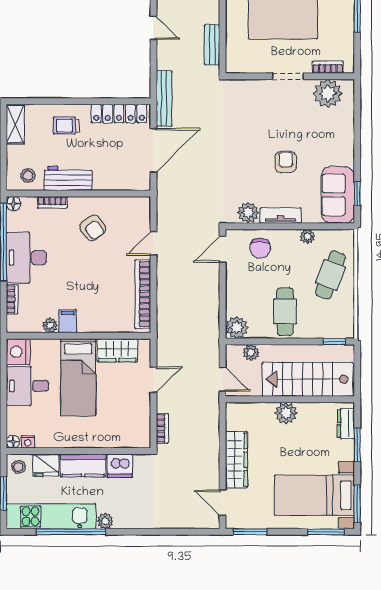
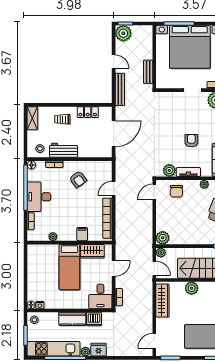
bench: (164, 98) -> (120, 89), moved
locker: (119, 114) -> (88, 112), width x0.66
cafe table: (285, 312) -> (191, 228), removed
filing cabinet: (68, 321) -> (82, 234), moved
nightstand: (18, 352) -> (34, 252), removed
plant: (251, 353) -> (161, 253), moved
desk: (27, 386) -> (100, 296), moved, turned -90
wardrobe: (236, 460) -> (162, 301), moved
fridge: (46, 465) -> (98, 350), moved, turned 180
door: (223, 503) -> (154, 341), hinge flipped

